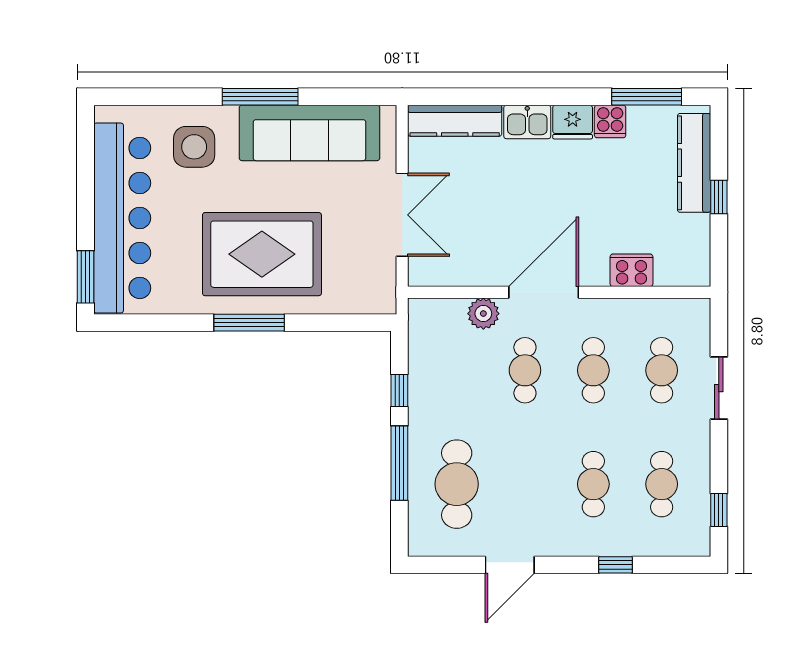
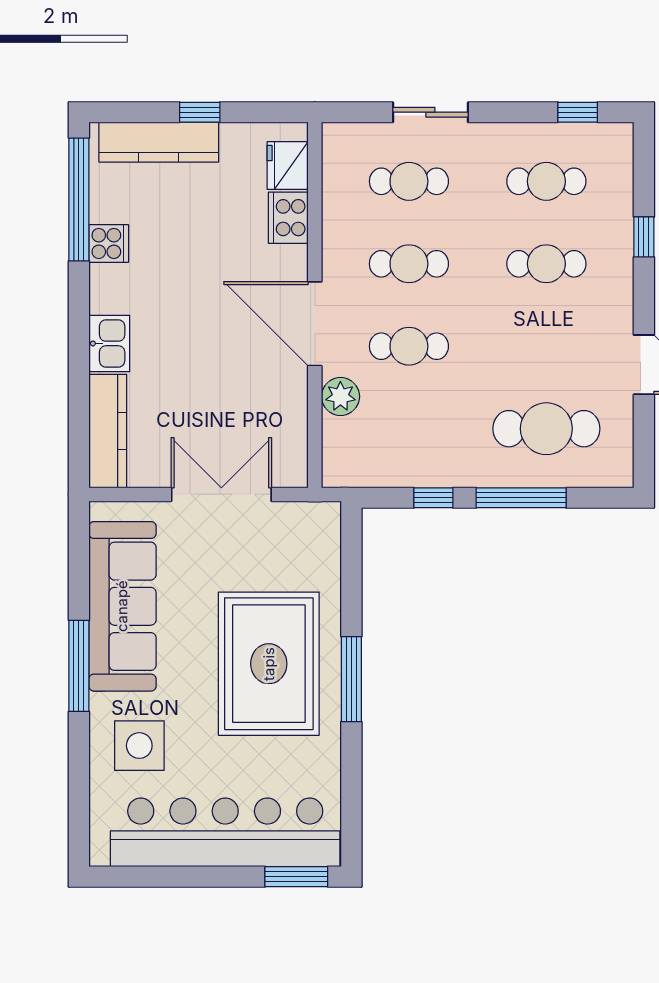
window: (647, 97) -> (79, 200), width x1.46
fridge: (573, 122) -> (288, 166), moved, turned 180

